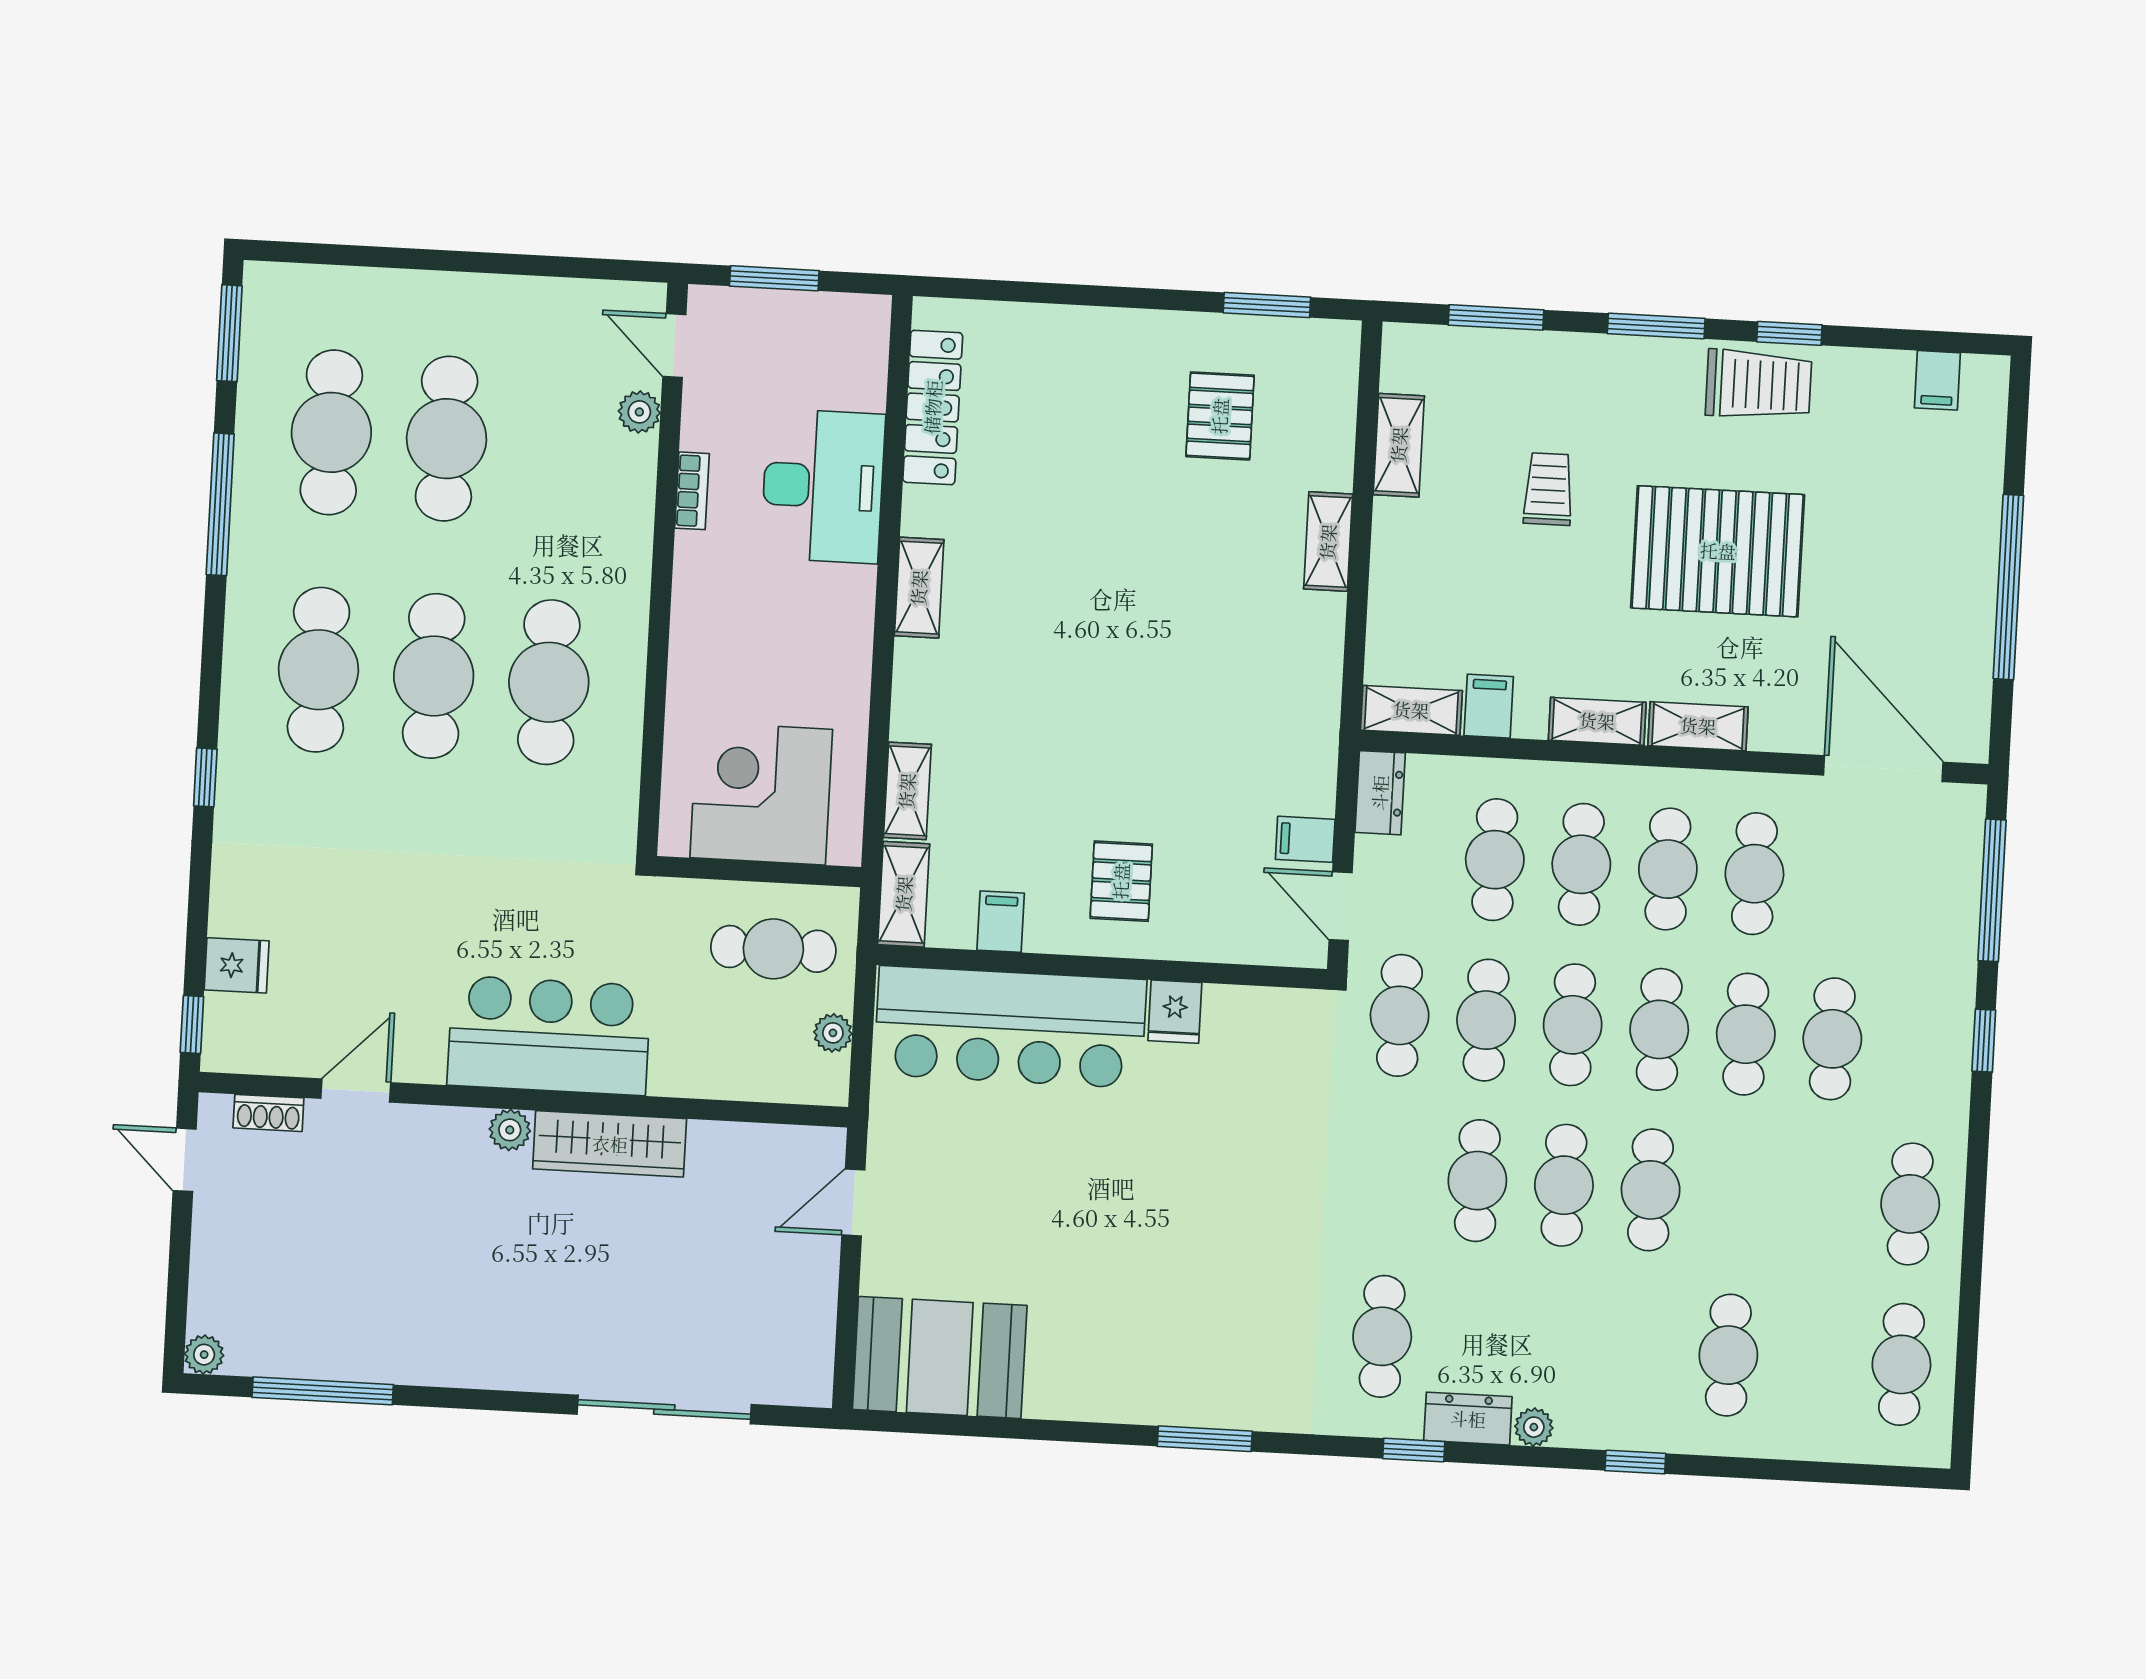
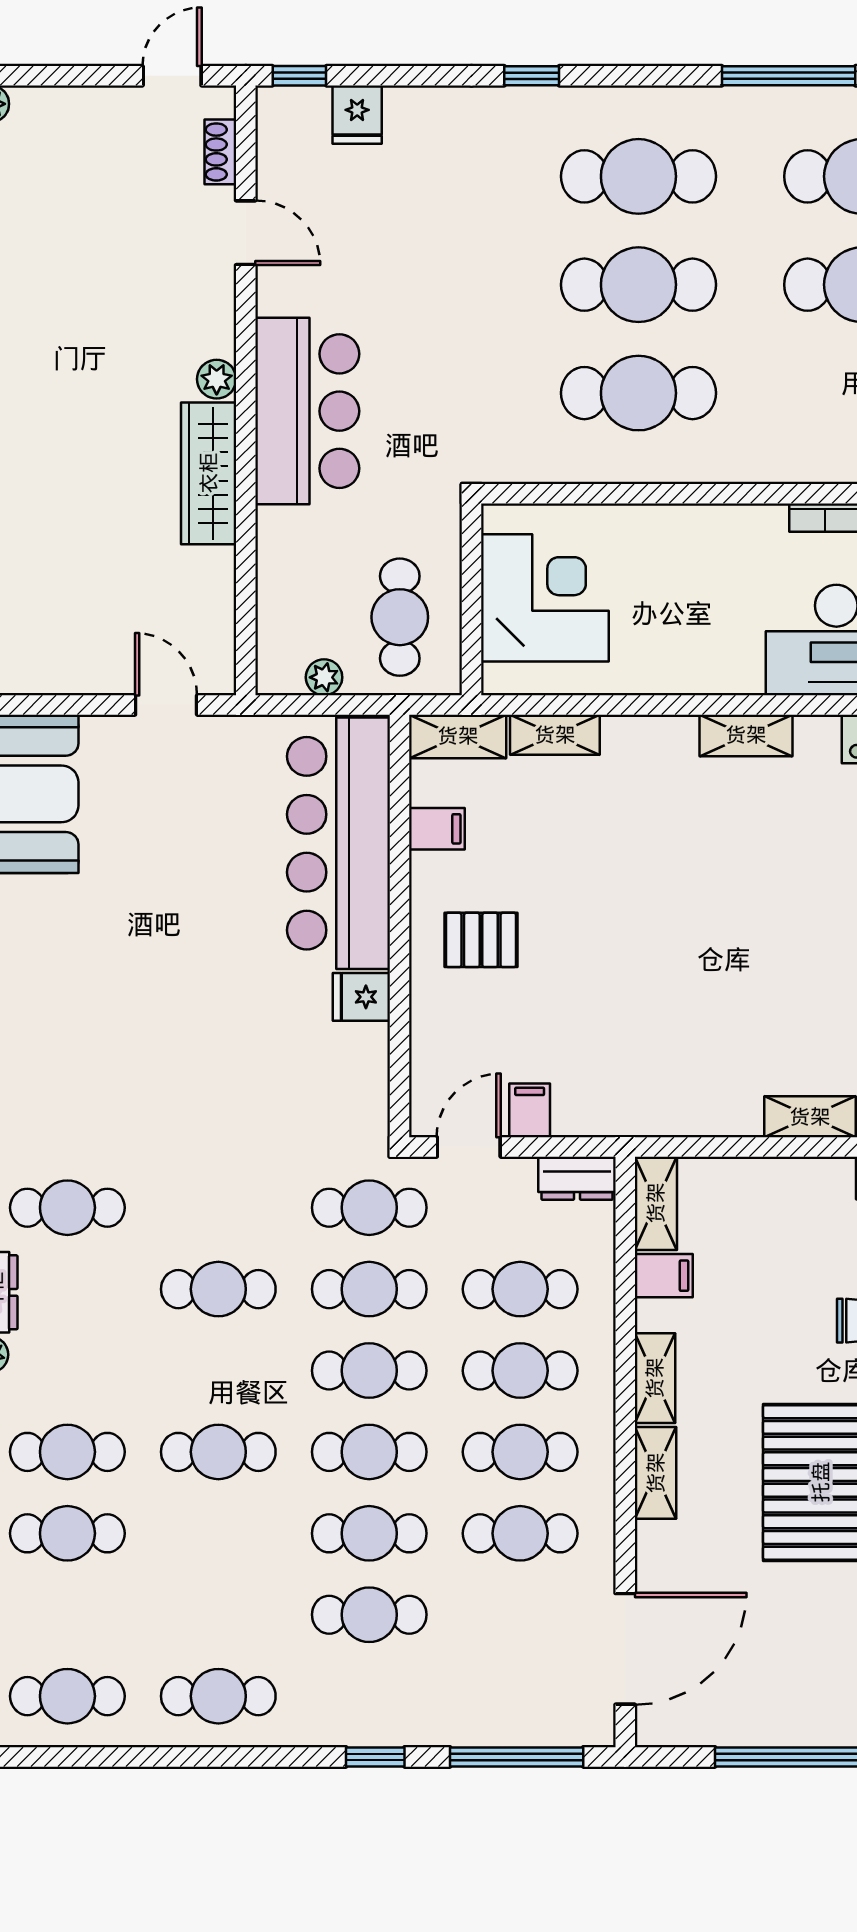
cafe table: (1564, 1185) -> (67, 1452), moved

